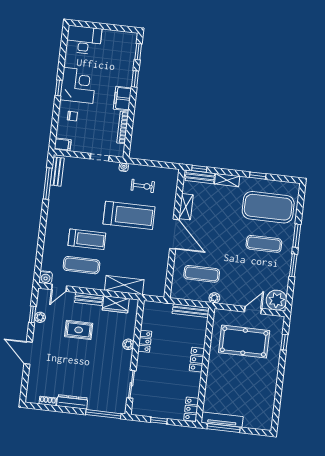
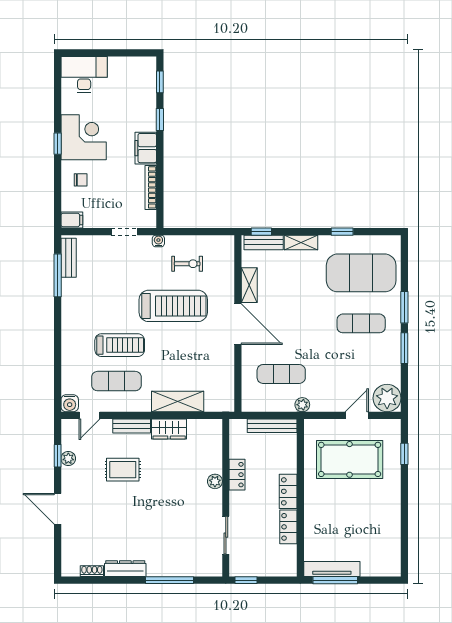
locker: (145, 341) -> (237, 475), moved
plant: (128, 344) -> (215, 481), moved
wall: (135, 357) -> (226, 498), moved
sliding door: (132, 384) -> (226, 535), moved
locker: (191, 409) -> (288, 527), moved

